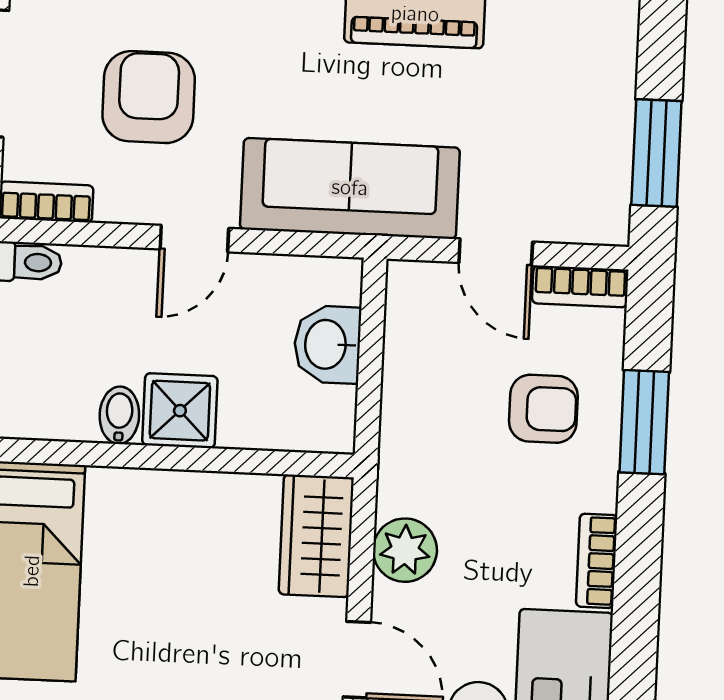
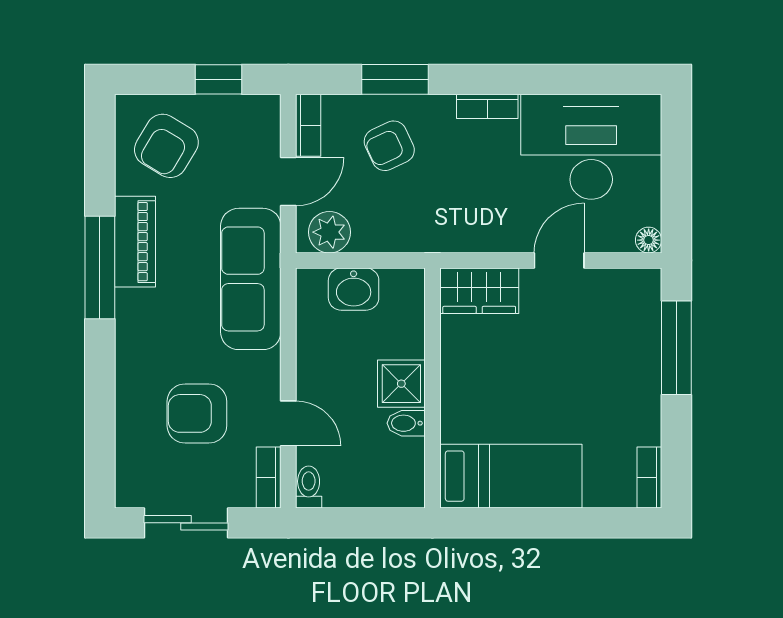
armchair: (559, 69) -> (166, 146), added
window: (656, 153) -> (218, 79), width x0.67
door: (194, 239) -> (288, 423), moved
armchair: (543, 409) -> (389, 146), turned -115
plant: (405, 550) -> (329, 232), moved

